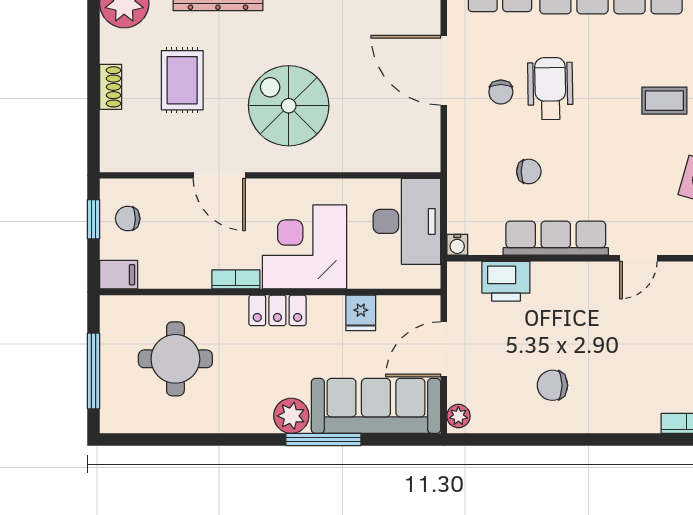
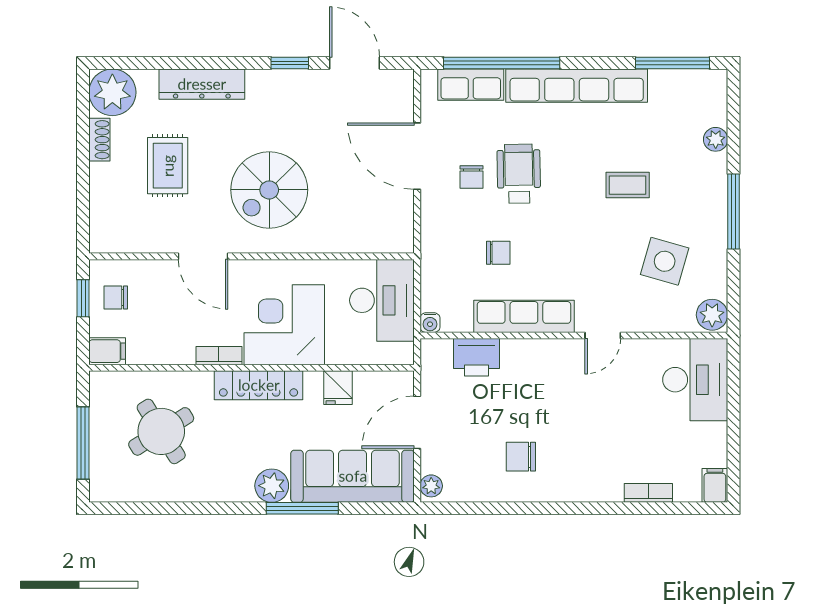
shoe rack: (111, 87) -> (99, 140), moved
spiral stairs: (289, 106) -> (269, 190), turned -90
locker: (277, 310) -> (259, 385), width x1.53
round table: (175, 359) -> (161, 431), turned -32

